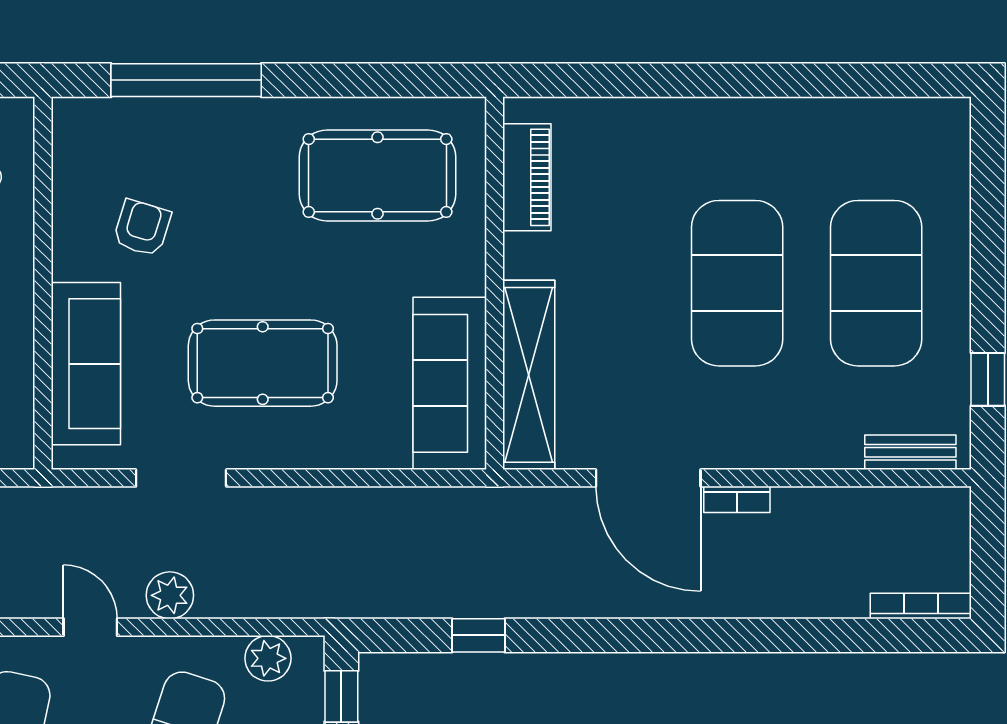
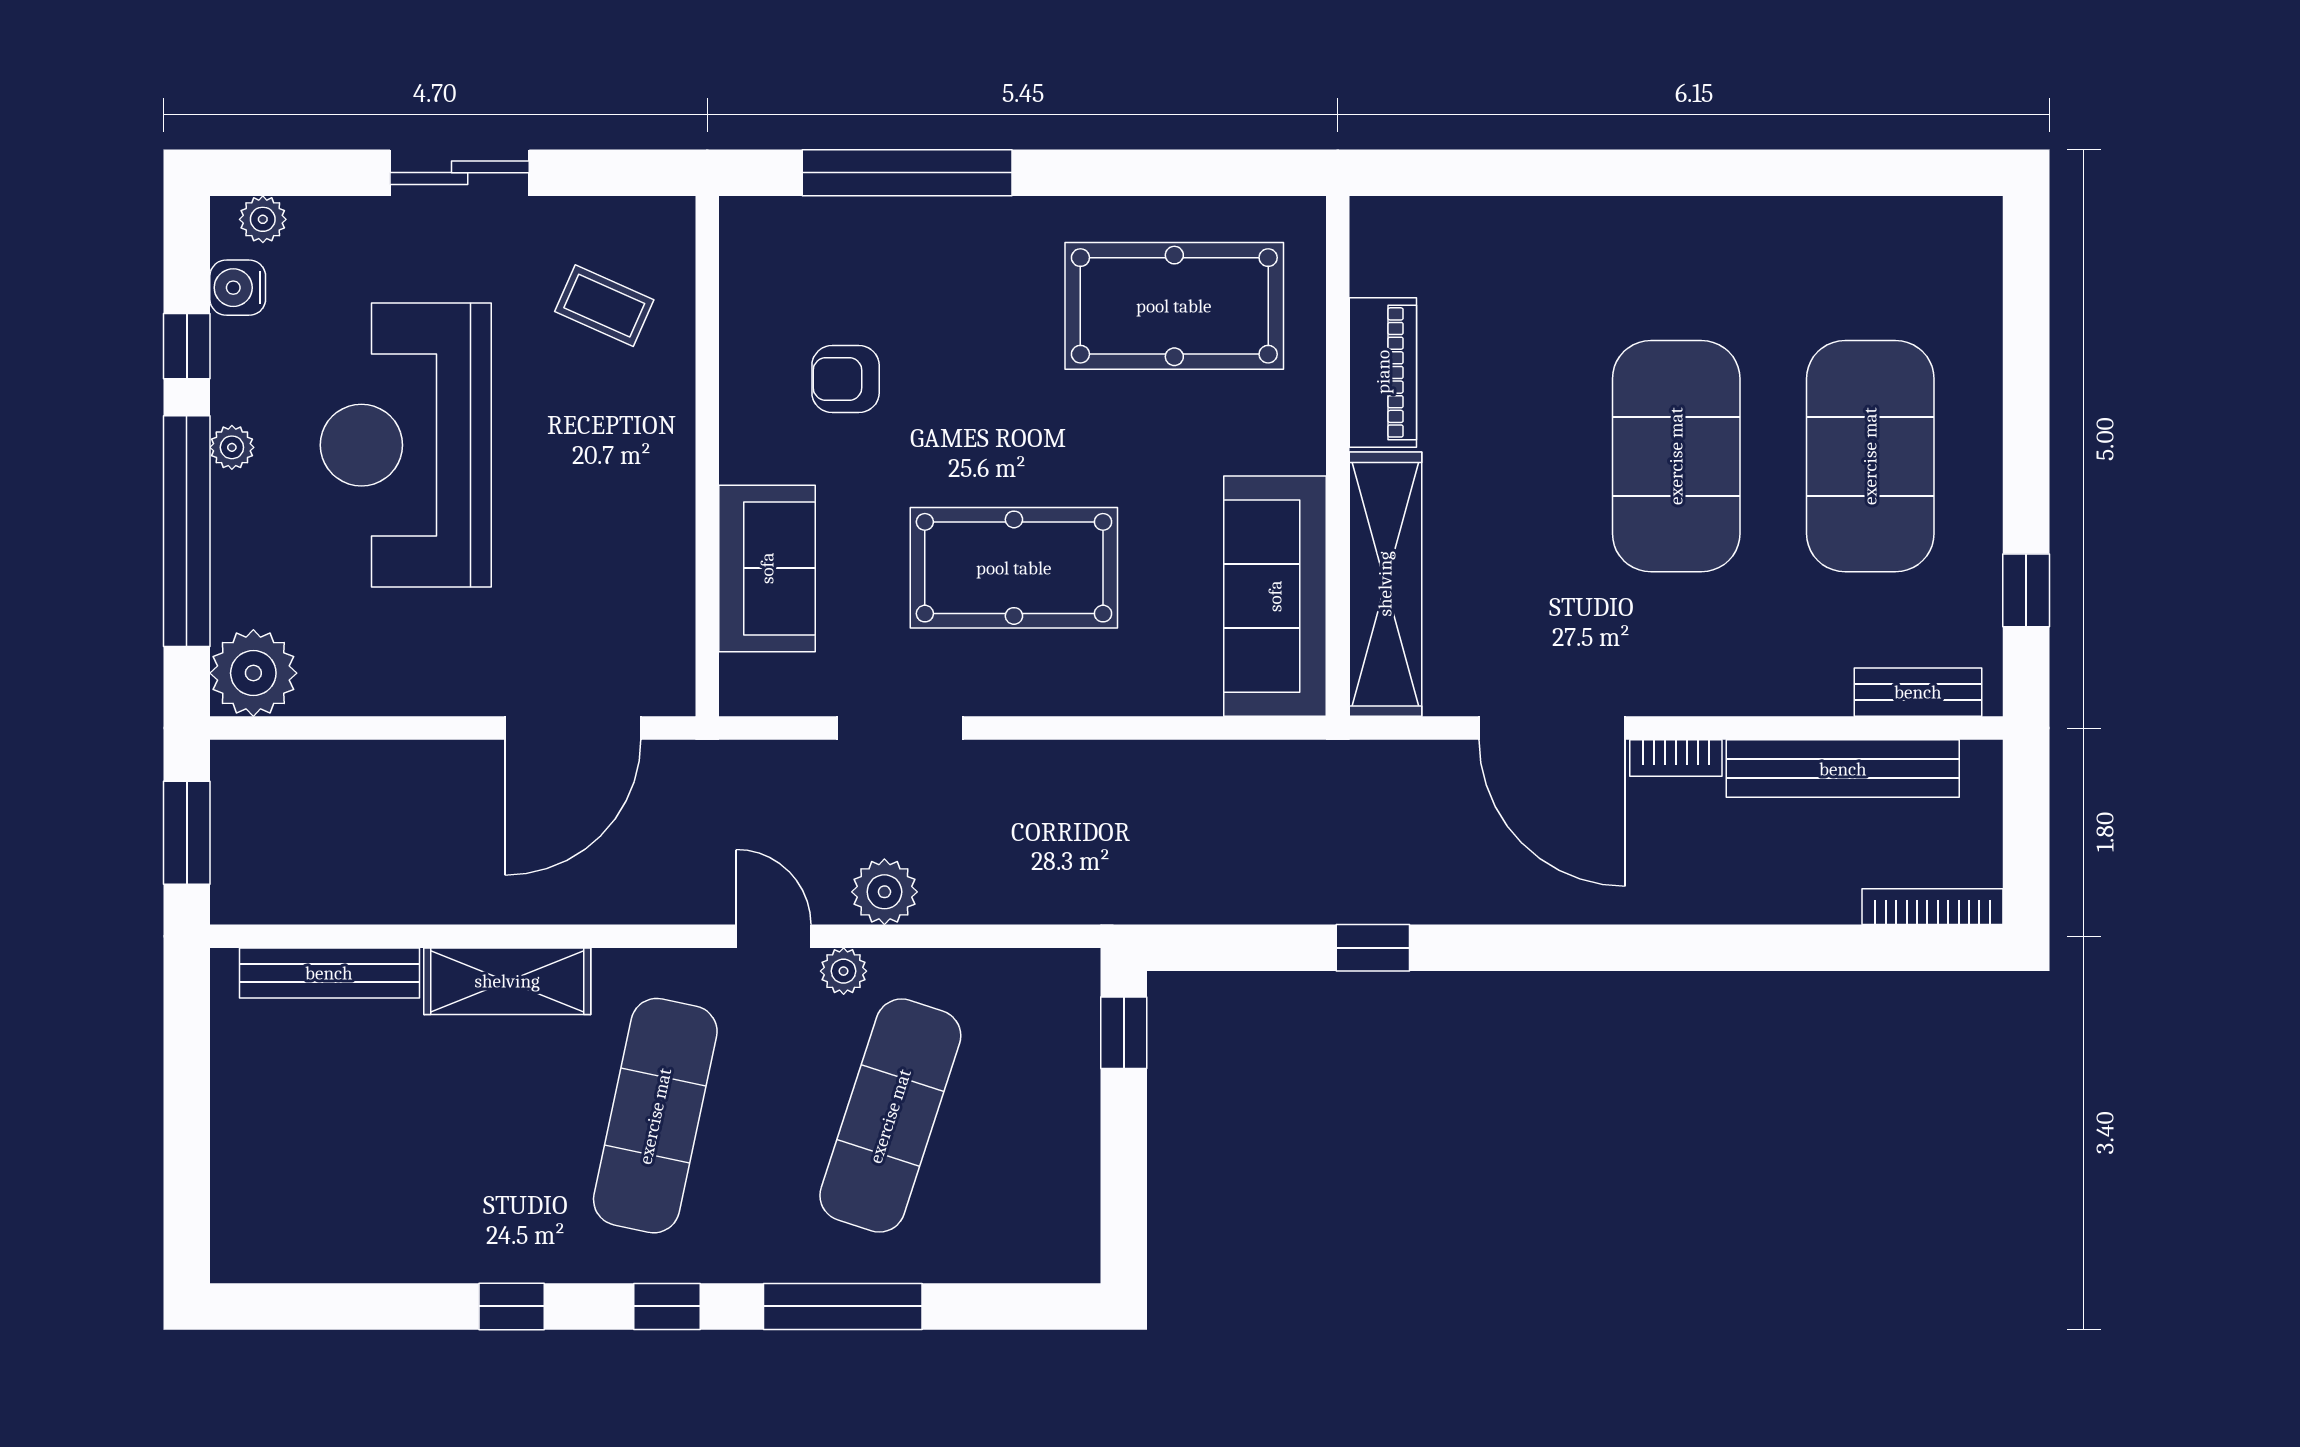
piano: (527, 177) -> (1383, 372), moved
armchair: (142, 228) -> (846, 379), turned -107
sofa: (86, 364) -> (767, 568), width x0.73
bench: (856, 507) -> (1843, 769), added
window: (478, 635) -> (1373, 948), moved
plant: (268, 658) -> (844, 971), moved, width x0.73, depth x0.73

